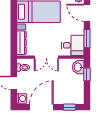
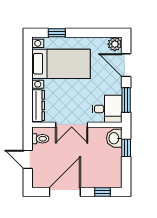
washing machine: (22, 99) -> (39, 180), removed

